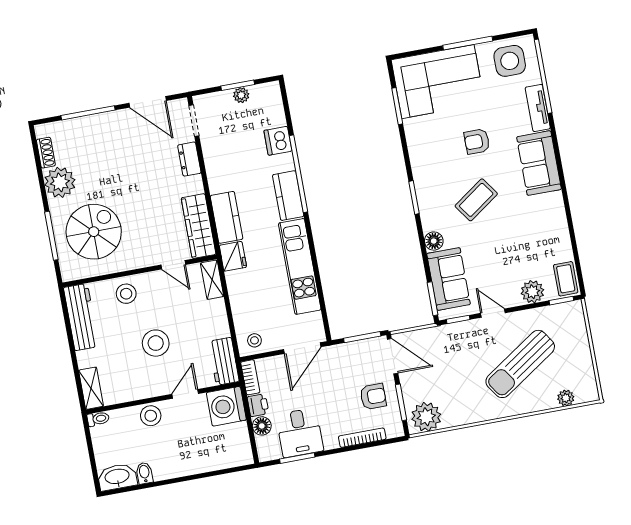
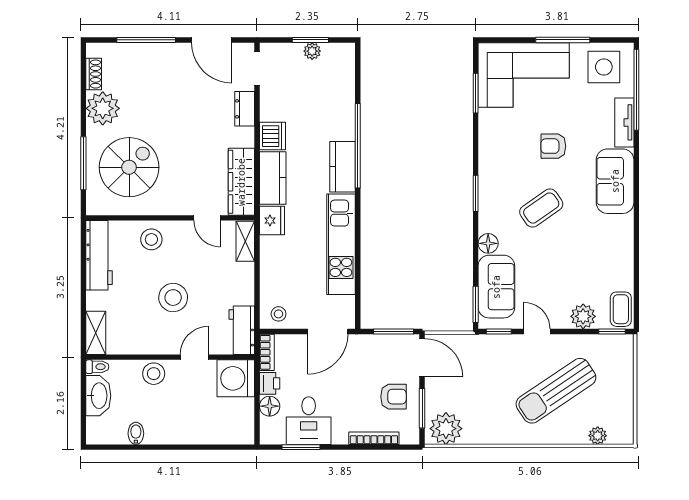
dishwasher: (278, 141) -> (272, 136), moved, turned 180
washbasin: (117, 477) -> (98, 396), moved, turned 90

